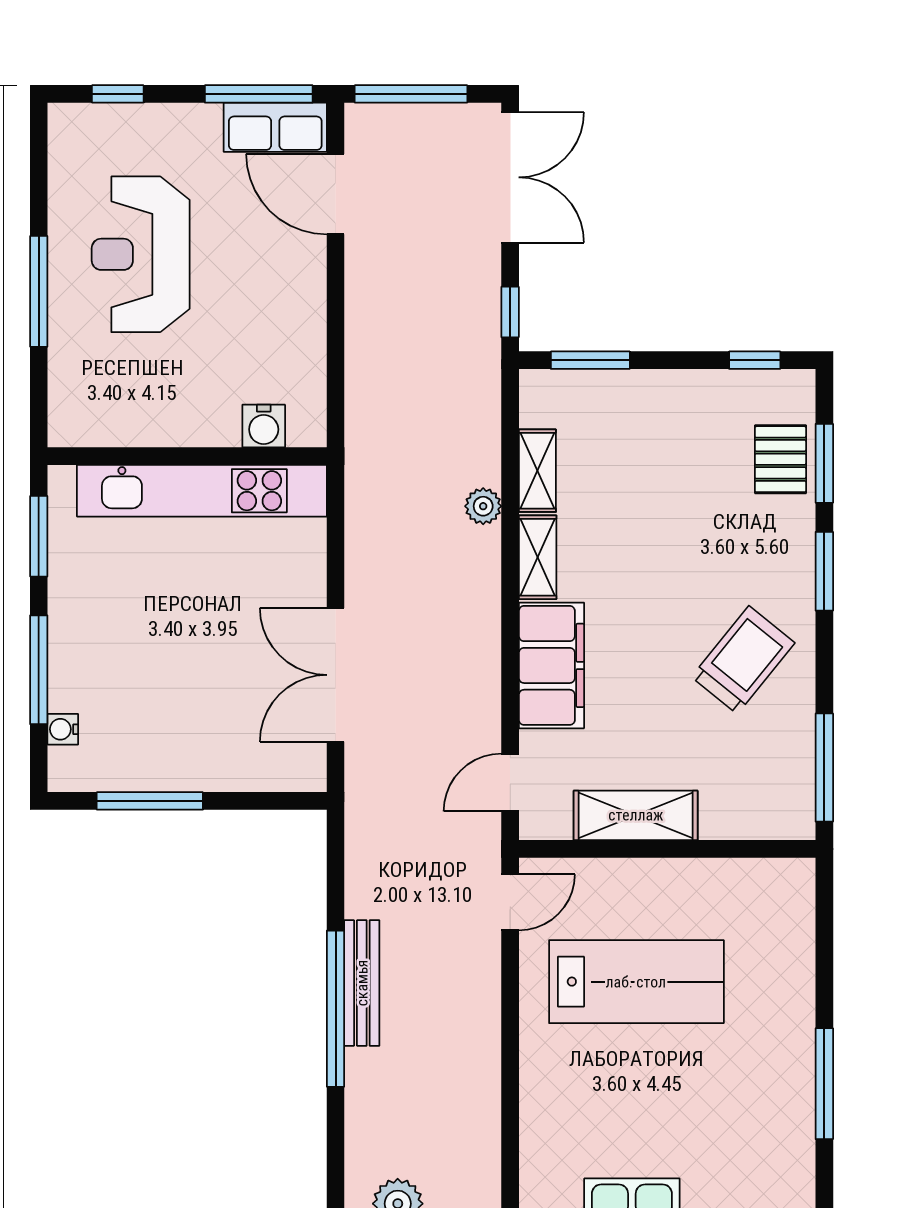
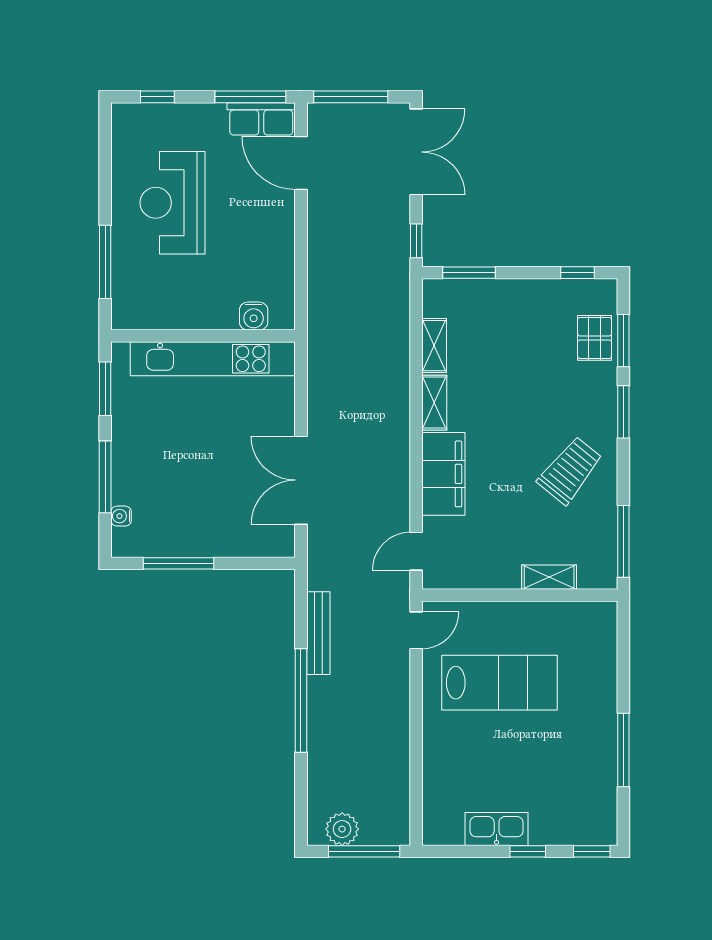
window: (39, 291) -> (105, 262), moved
plant: (483, 506) -> (398, 369), removed
shelving: (636, 815) -> (549, 577), moved, width x0.67, depth x0.75
bench: (362, 983) -> (318, 633), moved

